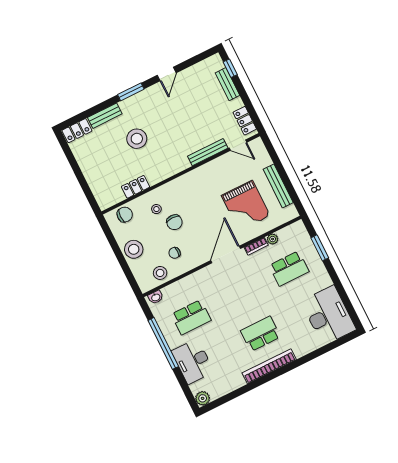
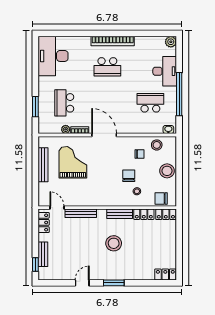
bench: (105, 116) -> (120, 214), moved
stool: (137, 139) -> (114, 243), moved
locker: (110, 199) -> (166, 214), added
door: (226, 255) -> (104, 135), swing flipped
school desk: (289, 268) -> (64, 103), turned -90

